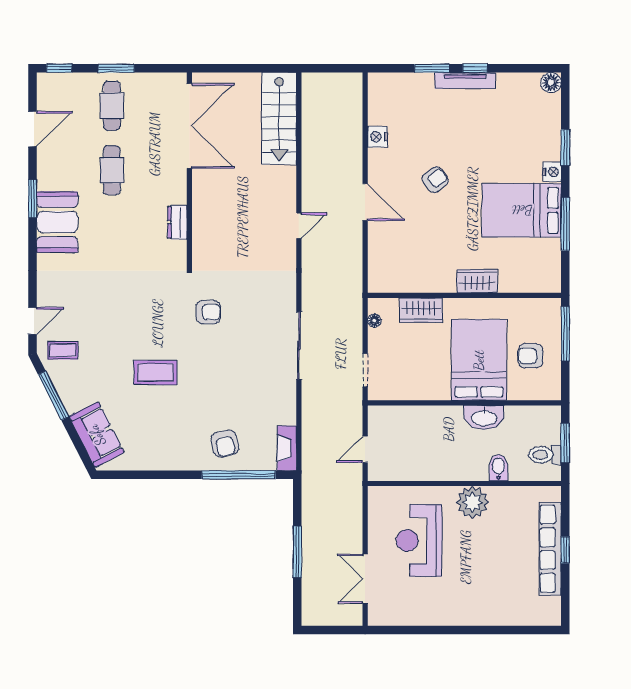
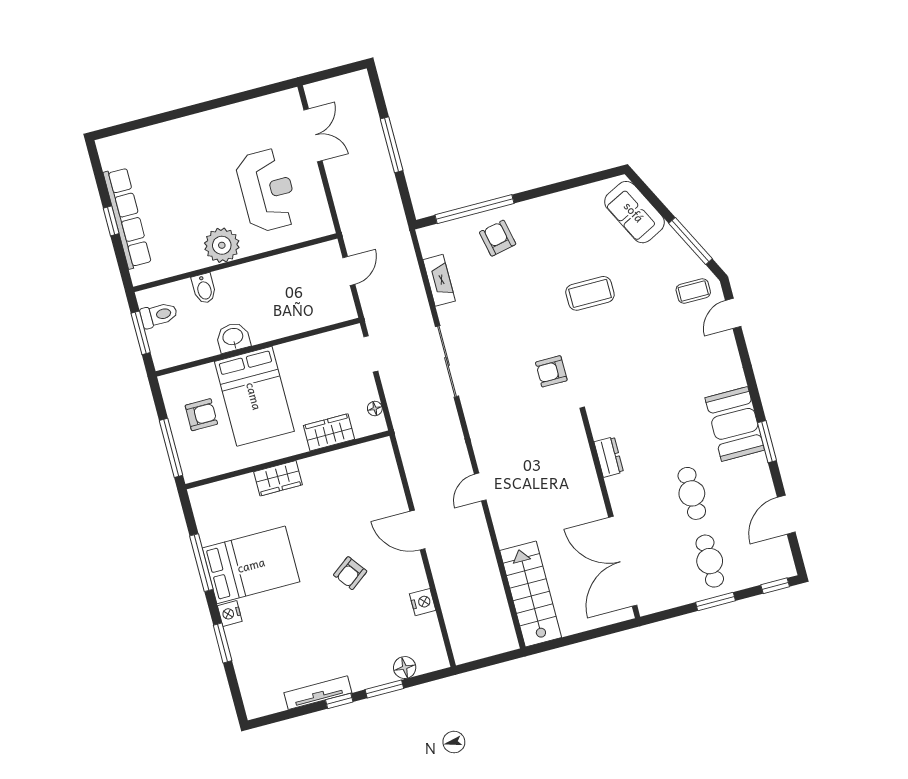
tv unit: (465, 81) -> (318, 693), moved
floor lamp: (551, 83) -> (405, 668), moved
washbasin: (484, 417) -> (233, 337), width x0.72
fireplace: (287, 448) -> (439, 280), moved

